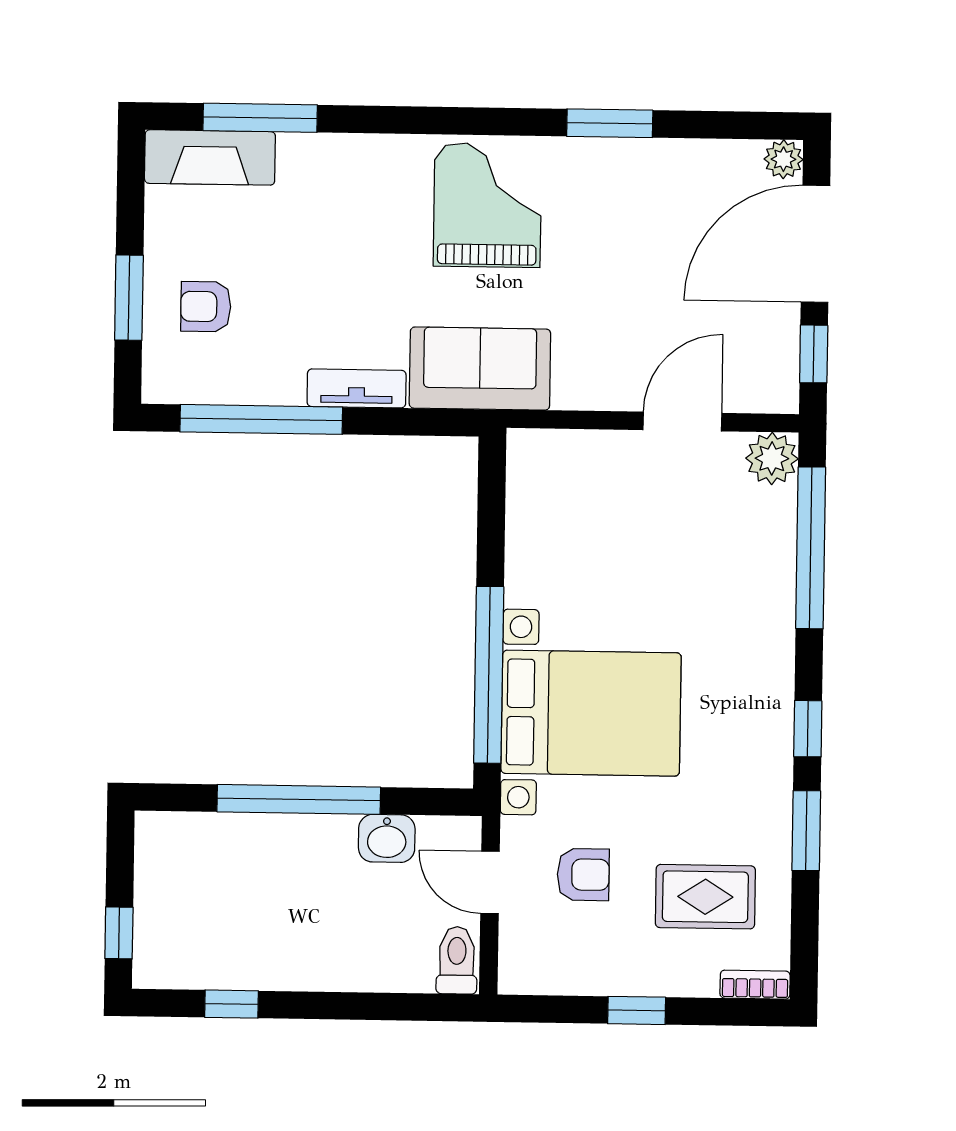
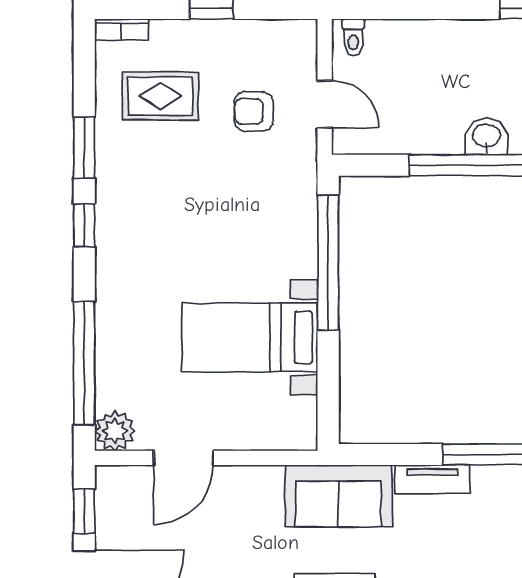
bed with nightstands: (591, 713) -> (250, 337), moved, width x0.73
washbasin: (387, 838) -> (486, 137), moved
toilet: (457, 960) -> (353, 37), width x0.73, depth x0.72

